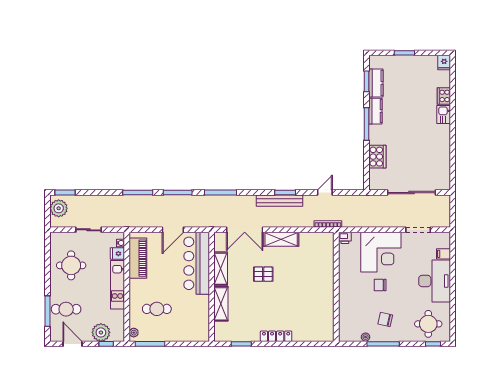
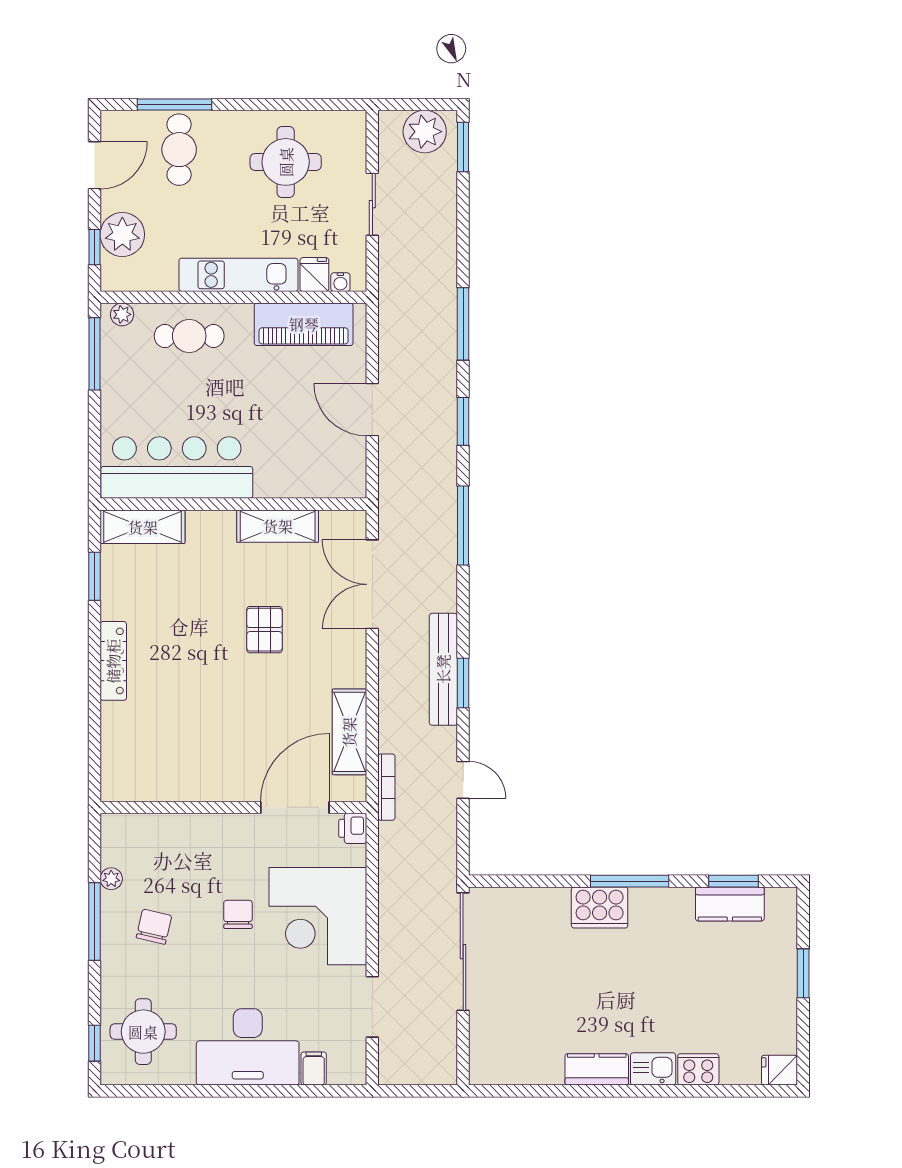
kitchen counter: (375, 111) -> (597, 1069), moved, turned 180
cooker: (377, 157) -> (600, 908), moved
window: (178, 193) -> (463, 421), width x0.69
sliding door: (412, 193) -> (463, 952), moved
shelving: (281, 239) -> (349, 732), moved
door: (336, 262) -> (295, 807), added
bar counter: (197, 263) -> (177, 468), moved
shelving: (221, 304) -> (143, 527), moved
cafe table: (157, 309) -> (189, 336), moved, turned 90

